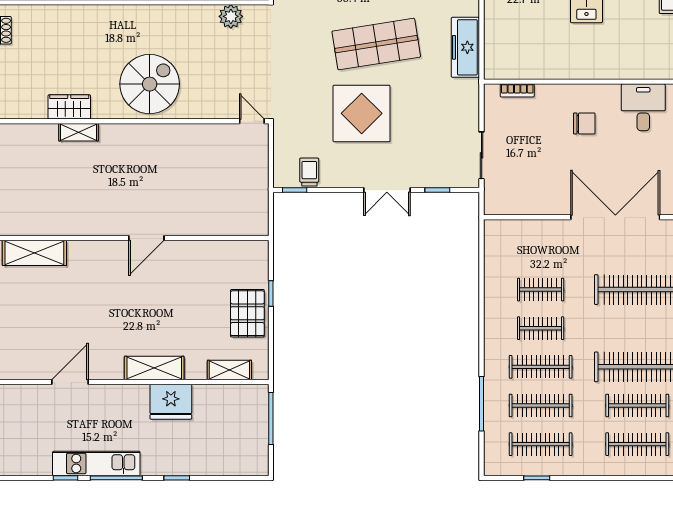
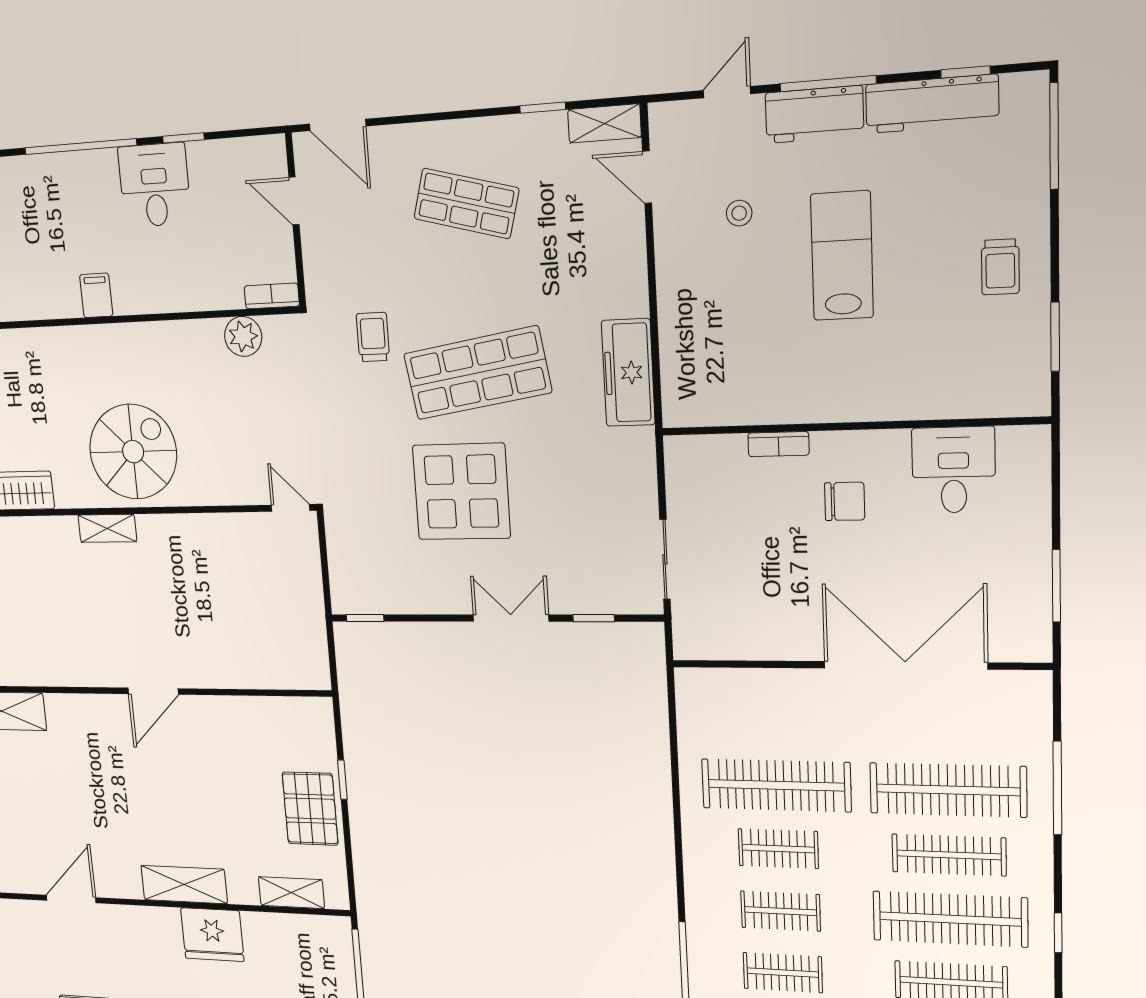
bookcase: (517, 90) -> (778, 444), moved
shelving: (79, 132) -> (107, 528), moved
trolley: (309, 172) -> (373, 337), moved
double door: (387, 190) -> (511, 618), swing flipped
clothes rail: (541, 290) -> (776, 785), width x1.86, depth x1.31
clothes rail: (637, 328) -> (949, 855), added
clothes rail: (541, 367) -> (780, 911), width x0.73
clothes rail: (541, 405) -> (783, 973), width x0.73

